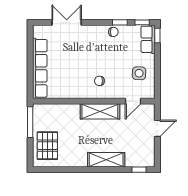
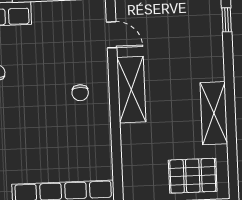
side table: (139, 73) -> (65, 27), removed
shelving: (106, 160) -> (214, 113), moved

